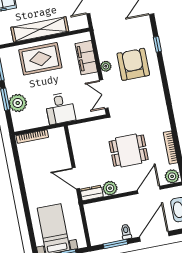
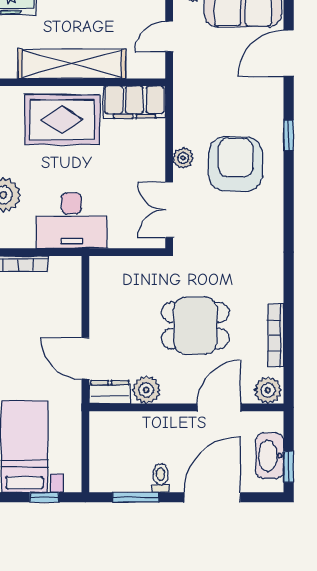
filing cabinet: (86, 58) -> (134, 102), moved, turned -90
desk: (60, 108) -> (72, 221), width x1.37

